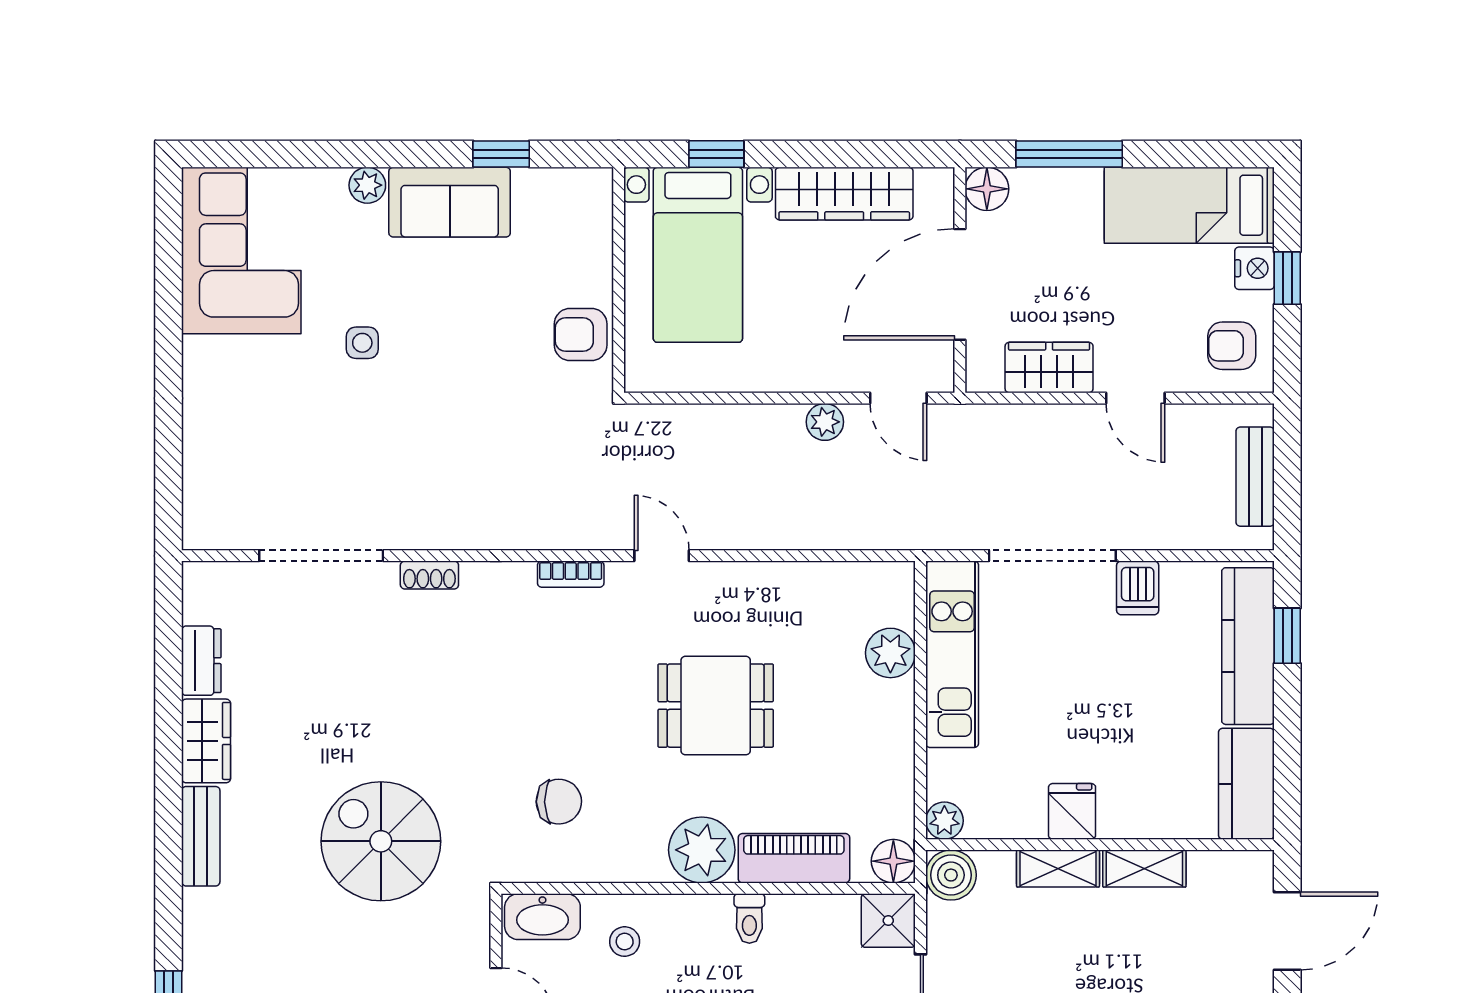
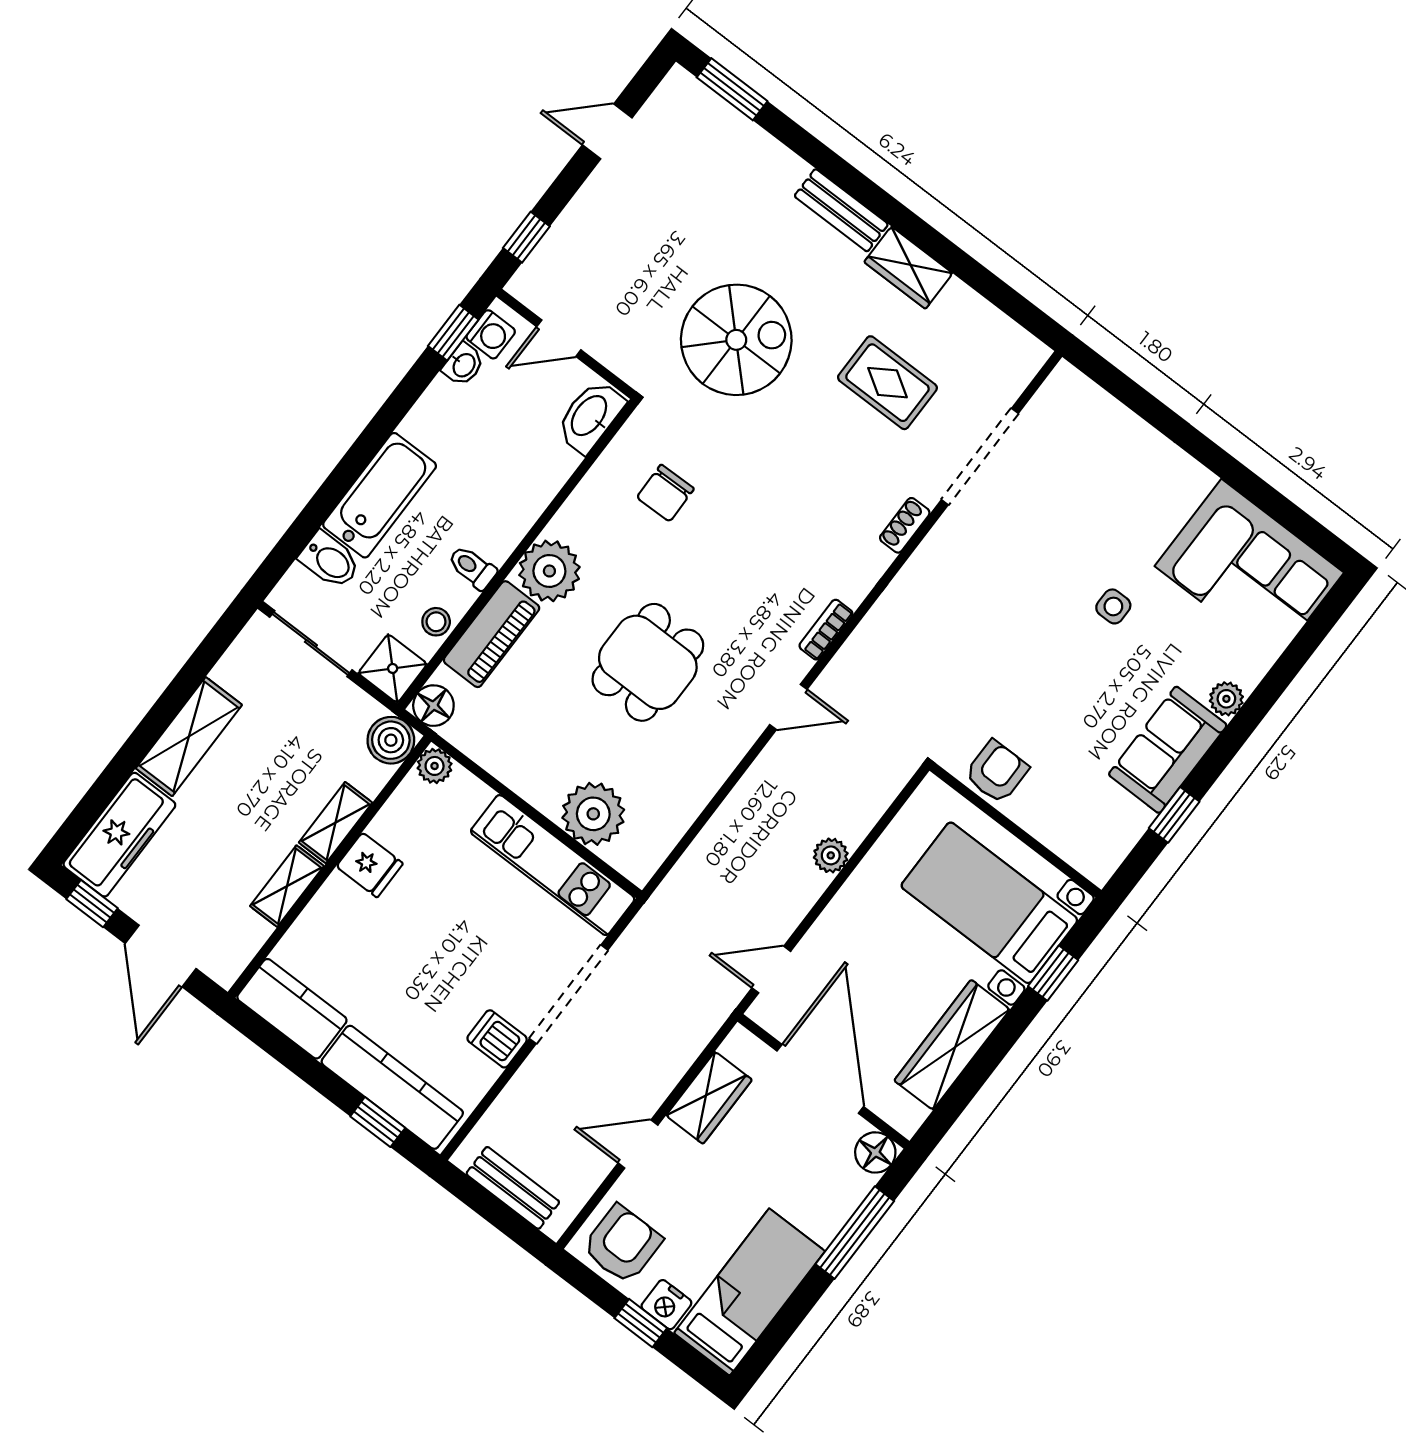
armchair: (1232, 346) -> (622, 1244), width x1.38, depth x1.38
plant: (825, 422) -> (831, 855), moved
plant: (890, 653) -> (593, 814), width x1.36, depth x1.36
dresser: (201, 661) -> (970, 309), removed
rug: (318, 683) -> (887, 383), added
stool: (625, 942) -> (436, 622), moved

